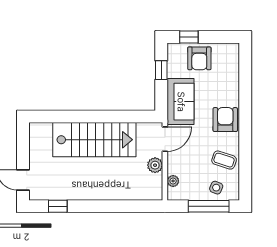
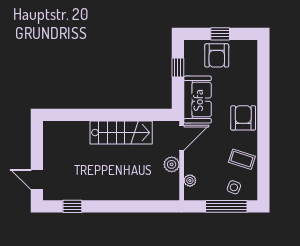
window: (189, 37) -> (220, 34), moved
stairs: (94, 140) -> (121, 133), width x0.73, depth x0.66

